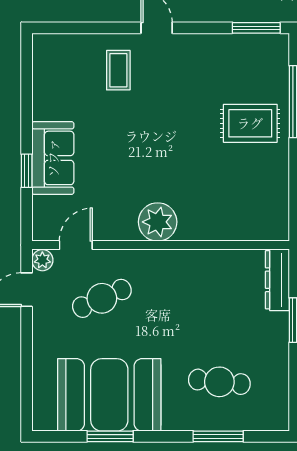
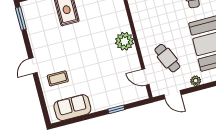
sofa: (53, 158) -> (72, 108), moved
plant: (42, 260) -> (196, 81), moved

